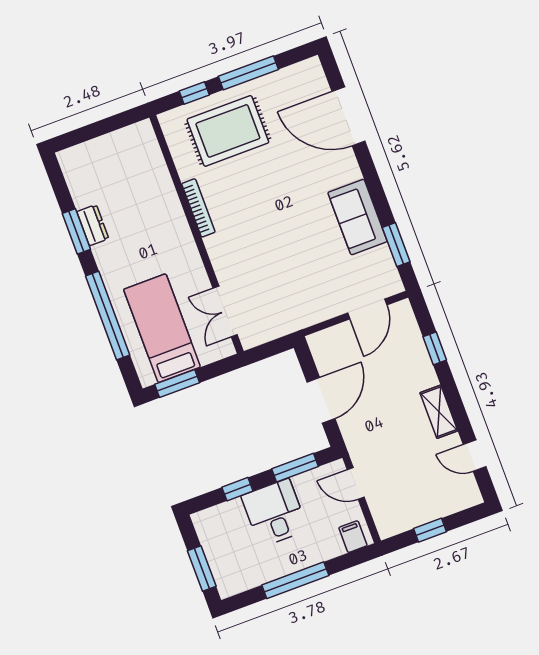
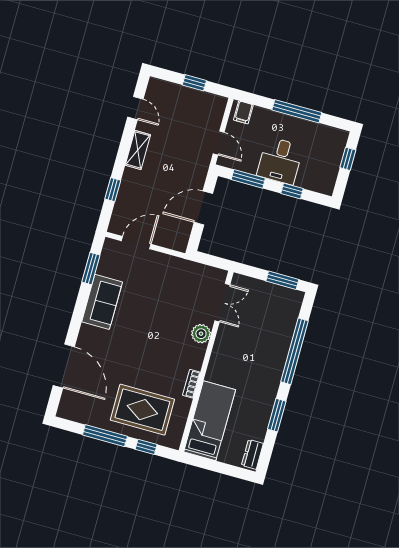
bookcase: (198, 208) -> (191, 384), width x0.64
dresser: (93, 225) -> (252, 454), moved
plant: (224, 261) -> (201, 334), added
bed: (162, 328) -> (210, 421), moved, turned 180
window: (202, 569) -> (348, 159), width x0.67

